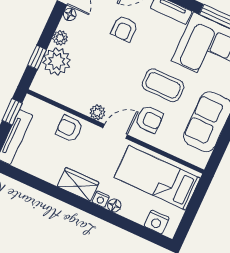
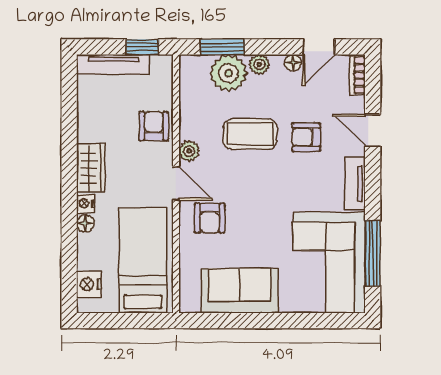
window: (37, 57) -> (222, 47), width x1.50
coffee table: (163, 85) -> (250, 134), moved, turned 90

